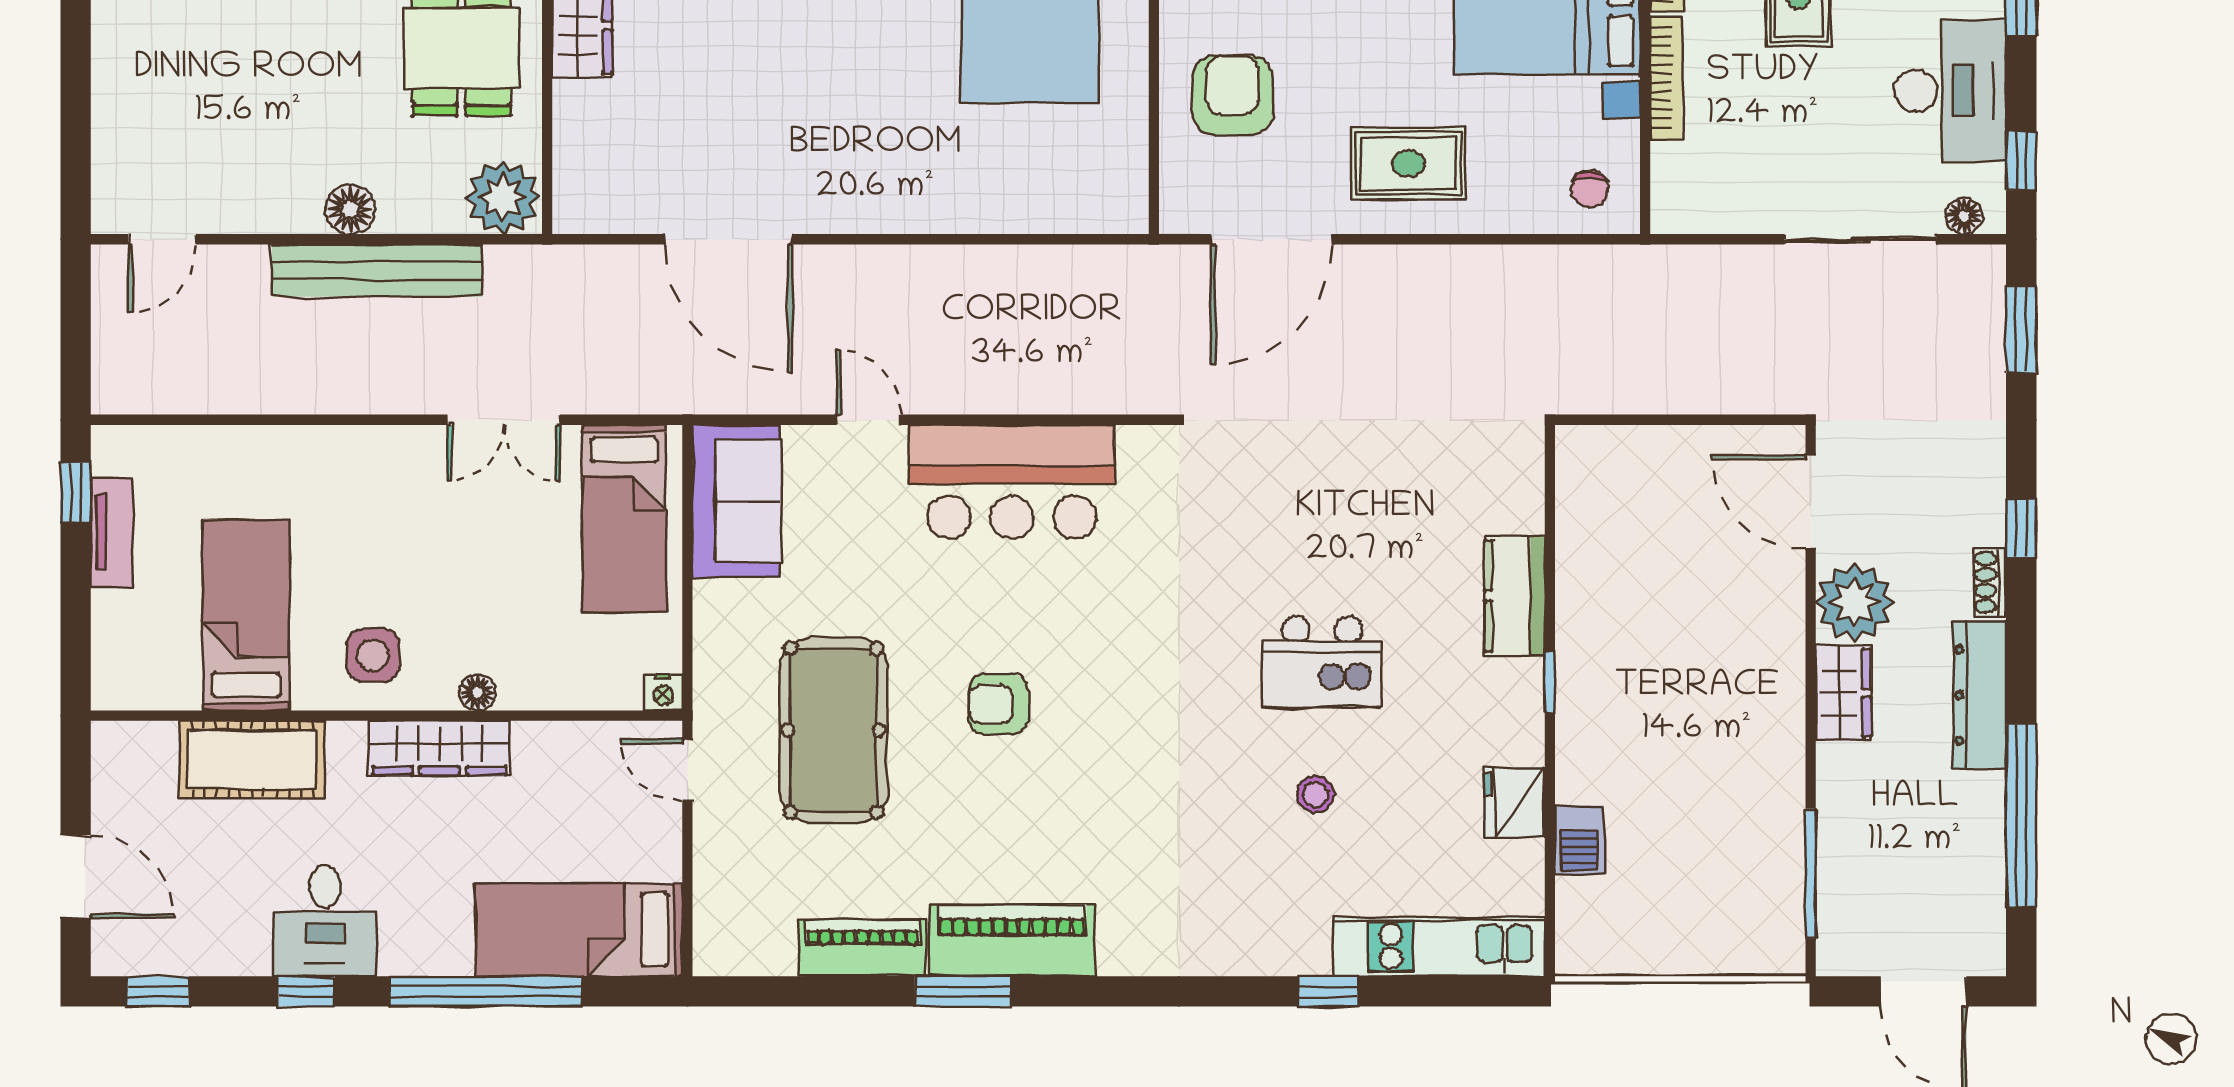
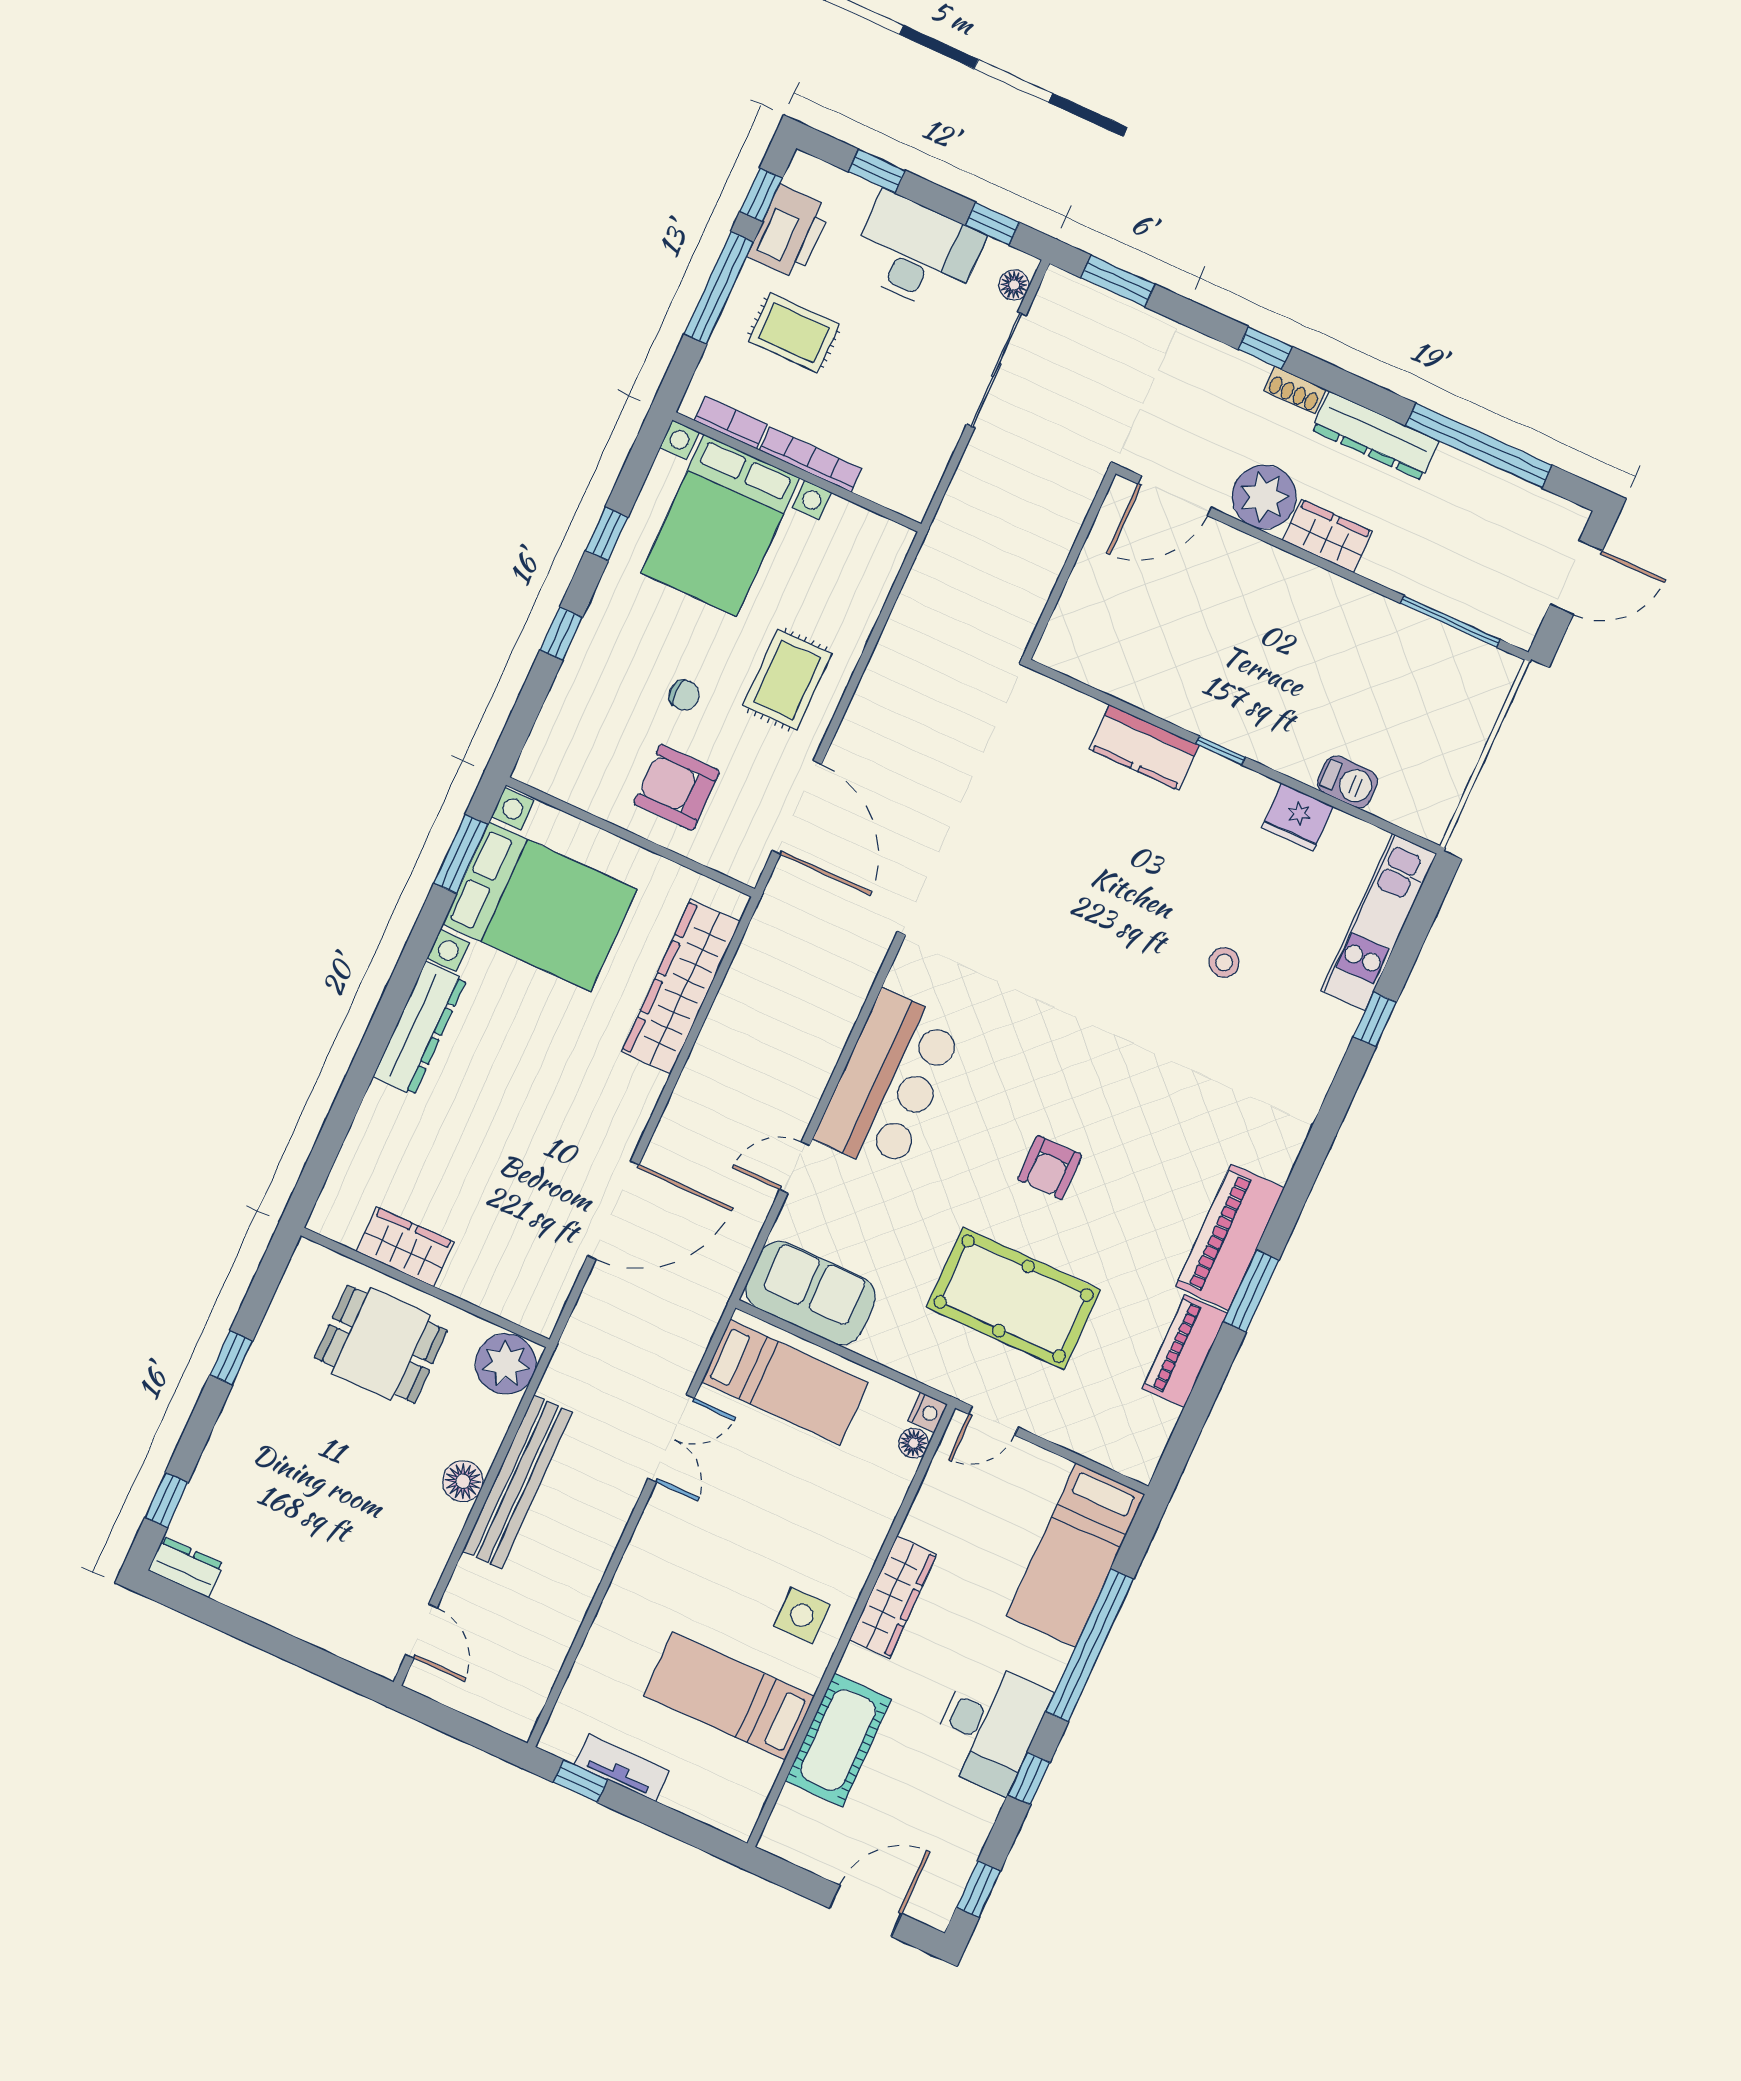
chair: (1590, 189) -> (684, 695), moved
wardrobe: (1012, 201) -> (681, 987), added
kitchen island: (1322, 662) -> (1128, 913), removed
floor lamp: (477, 692) -> (914, 1443), moved
desk: (325, 921) -> (989, 1727), width x1.37

